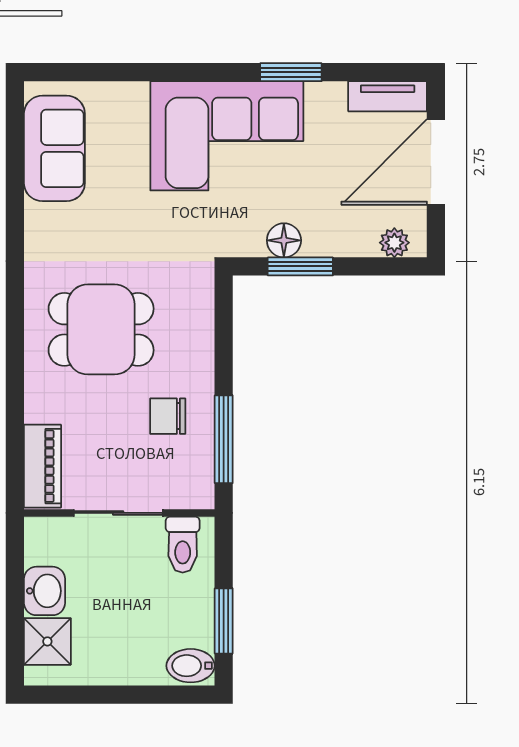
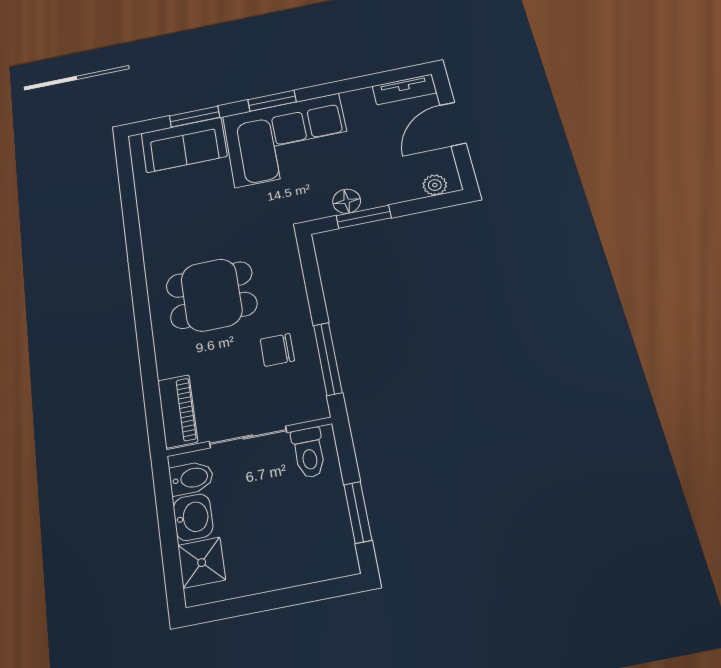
window: (114, 72) -> (195, 117), added
window: (291, 72) -> (272, 101), moved
sofa: (54, 148) -> (184, 145), moved, turned 90
door: (436, 162) -> (453, 124), width x0.73
bidet: (191, 666) -> (191, 478), moved, turned 180

